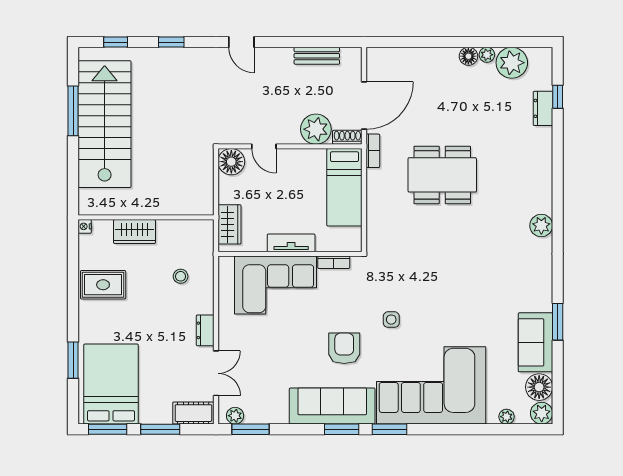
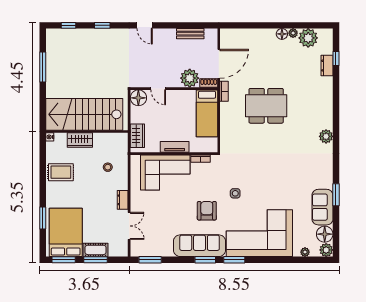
stairs: (105, 124) -> (84, 114), moved, turned -90
cot: (193, 413) -> (96, 250), moved
plant: (235, 416) -> (141, 252), removed

